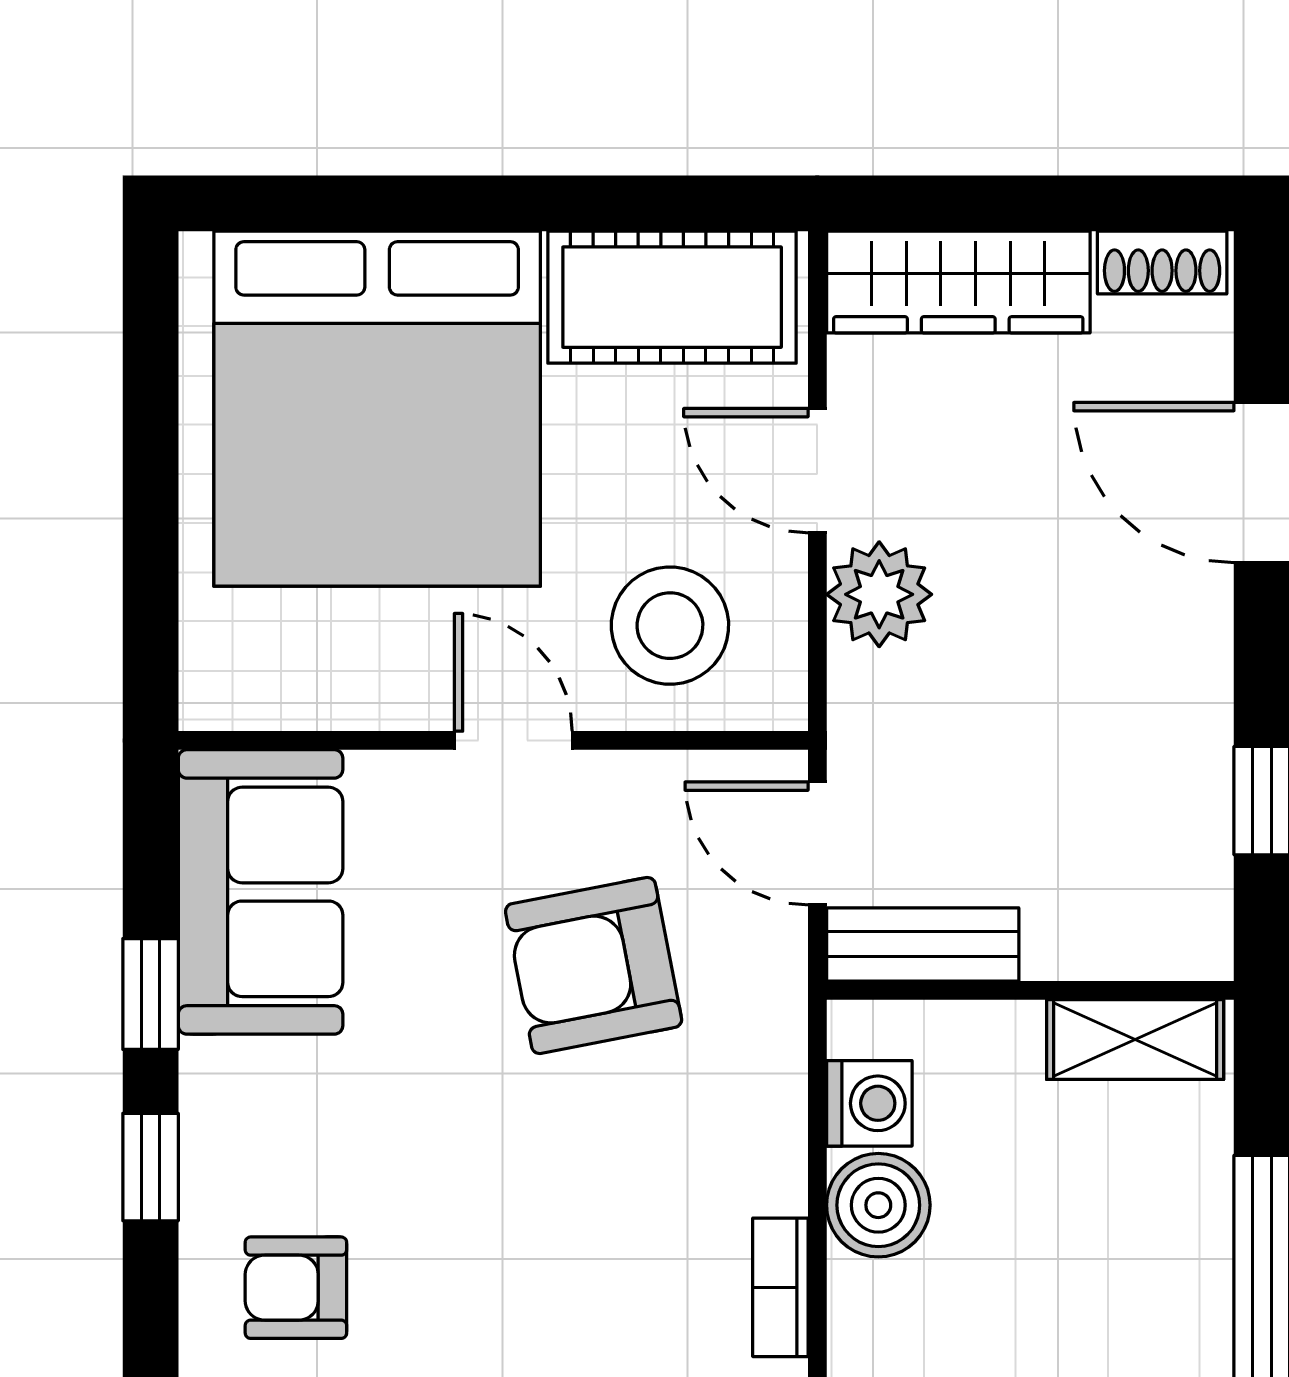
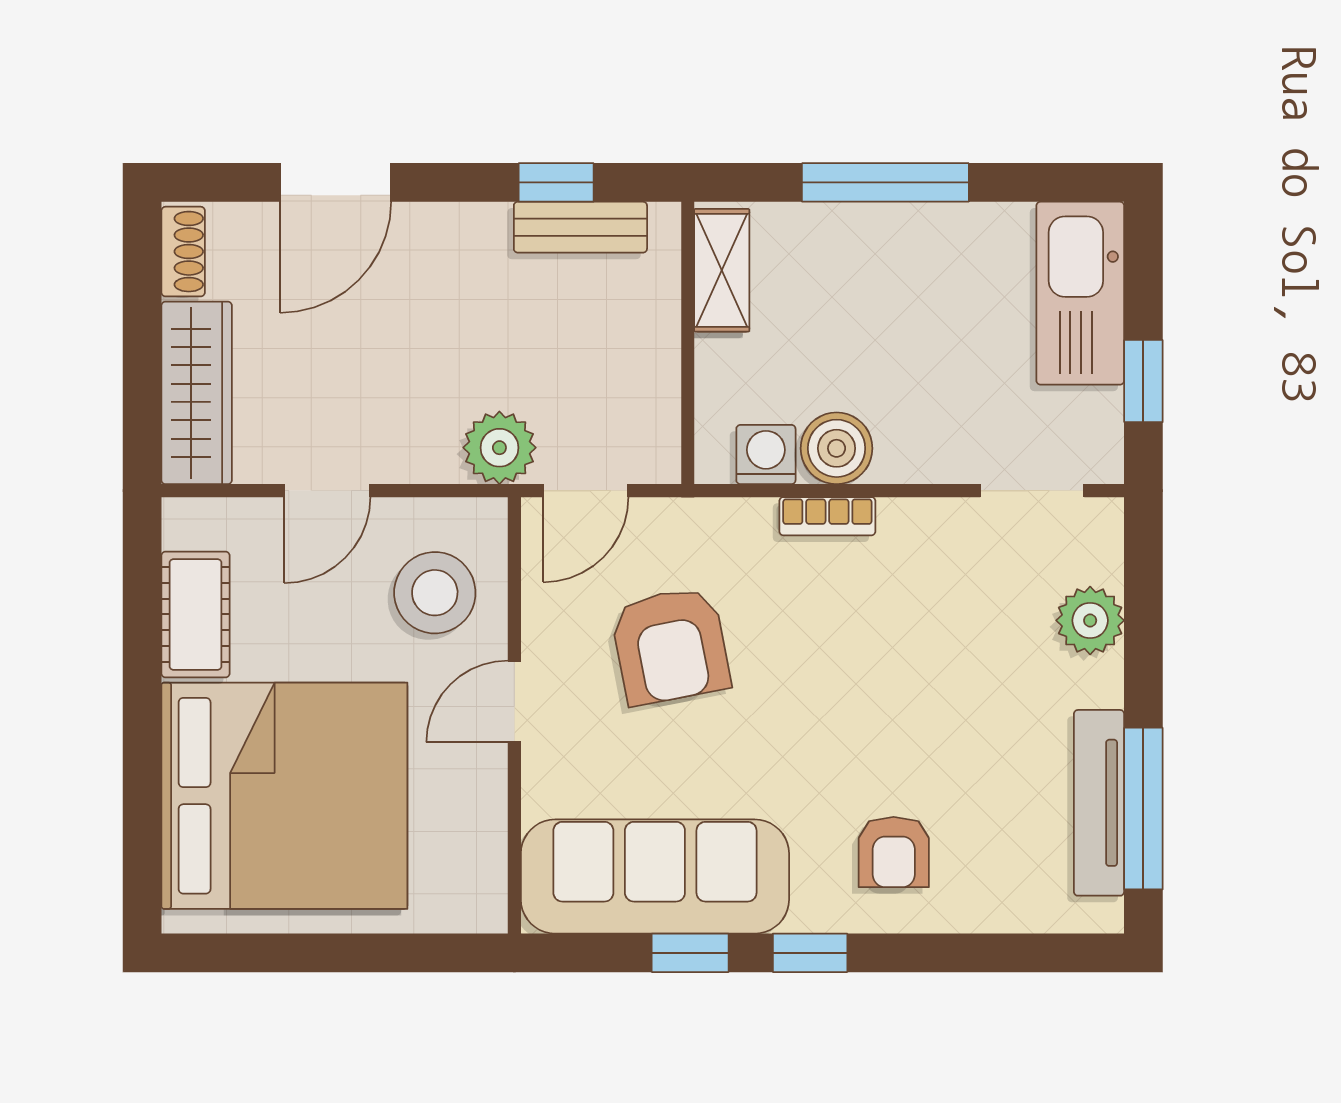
cot: (672, 297) -> (195, 614), width x0.73, depth x0.75
plant: (879, 594) -> (499, 448), moved
sofa: (261, 892) -> (655, 877), width x1.36
bench: (923, 944) -> (580, 227), moved, turned 90
bookcase: (780, 1287) -> (827, 516), moved

